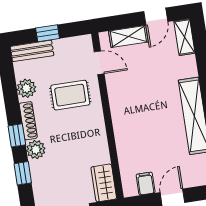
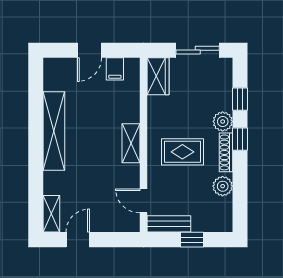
shelving: (128, 36) -> (131, 143), moved, turned 90
bench: (32, 51) -> (169, 224), moved
rug: (70, 95) -> (182, 152), moved

